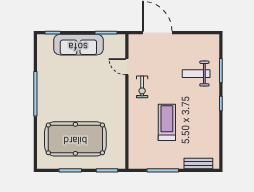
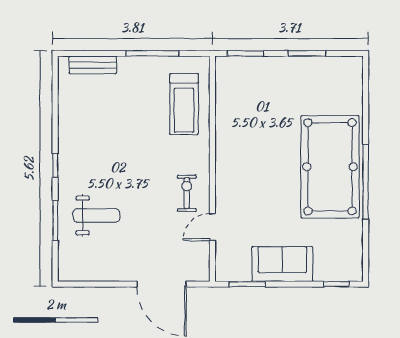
sofa: (78, 45) -> (282, 264), width x0.73
door: (127, 67) -> (212, 227), swing flipped
treadmill: (167, 122) -> (184, 104), moved
pool table: (75, 139) -> (330, 167), moved, turned 90

